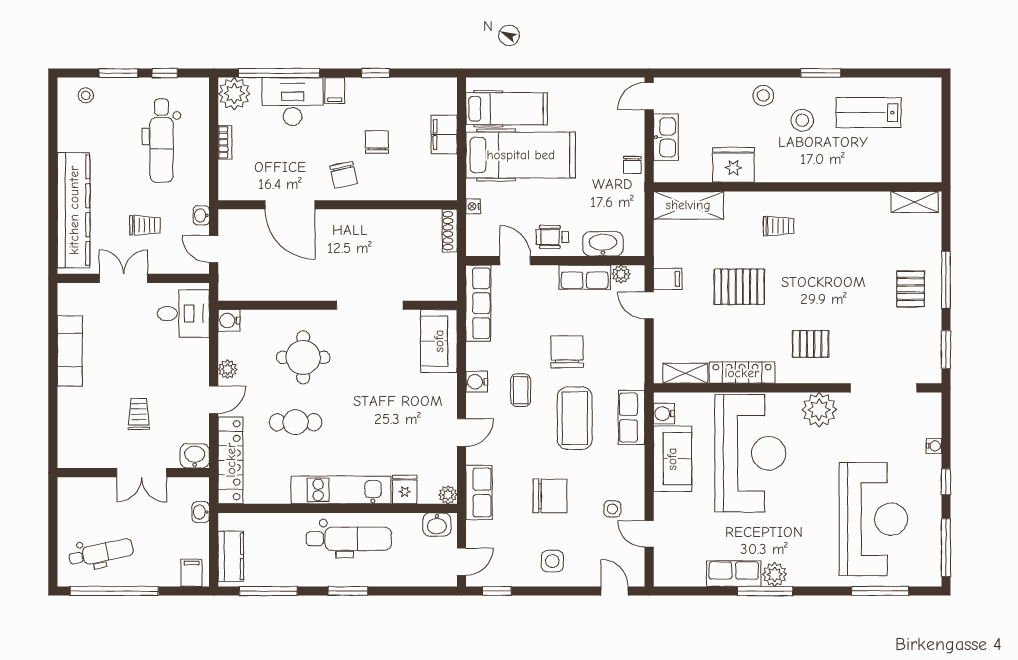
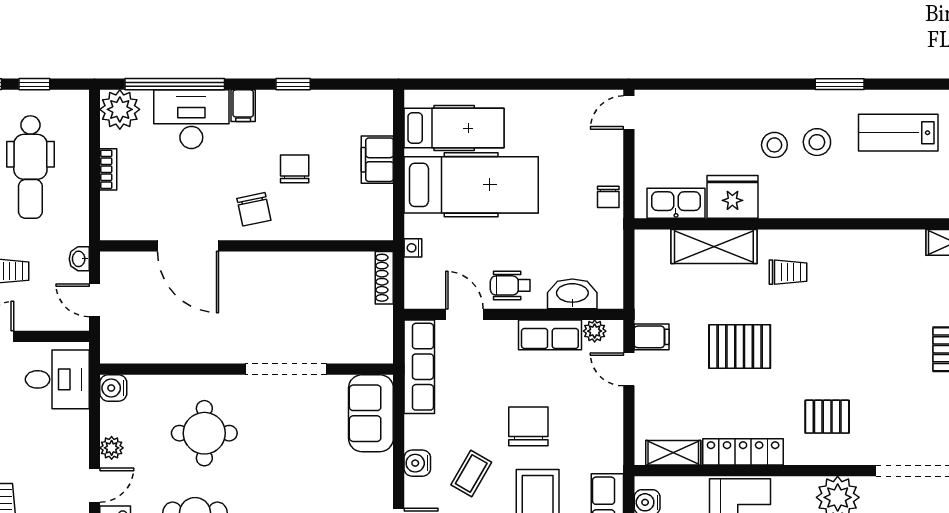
stool: (763, 96) -> (774, 145), moved
kitchen sink: (666, 137) -> (676, 203), moved, turned -90
shelving: (688, 205) -> (714, 247), moved
coffee table: (521, 390) -> (471, 473), turned 30

